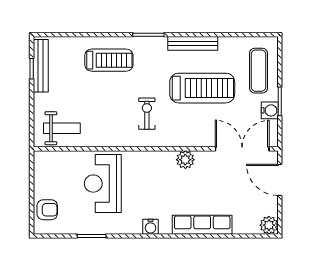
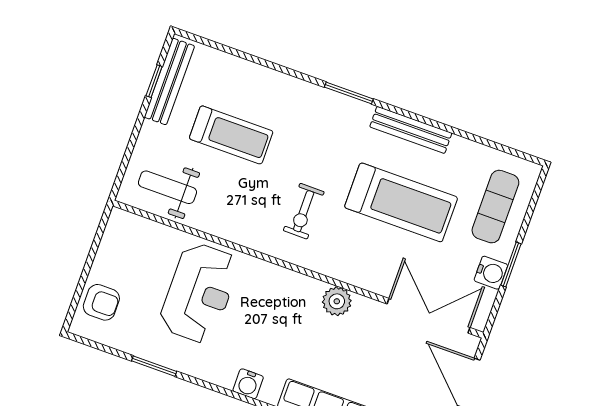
treadmill: (109, 60) -> (231, 135), moved
exercise bike: (147, 114) -> (304, 211), turned 180
weight bench: (62, 128) -> (167, 187), turned 180
reception desk: (103, 184) -> (199, 293), turned 180

